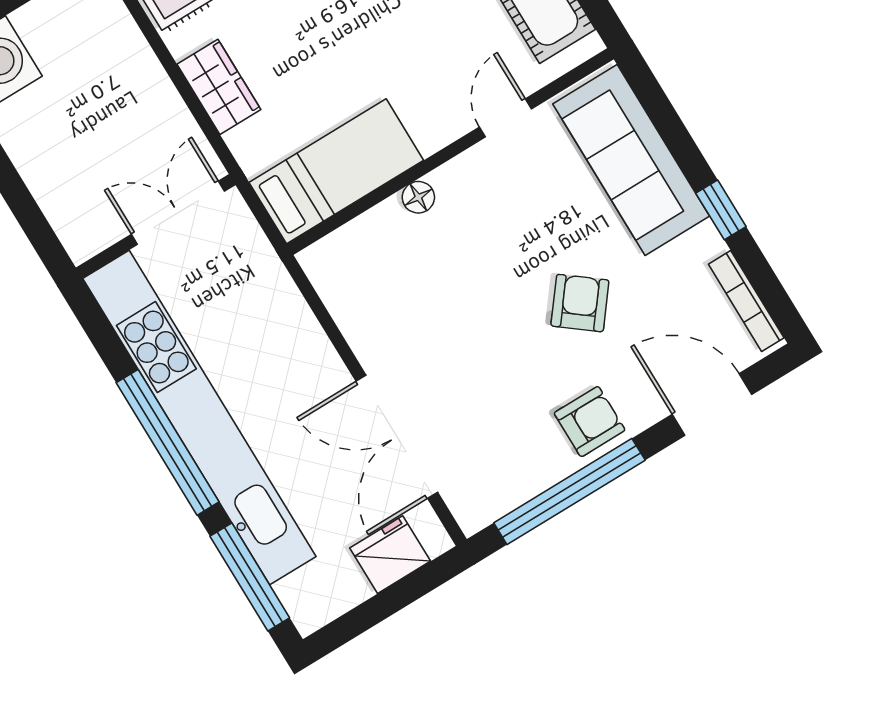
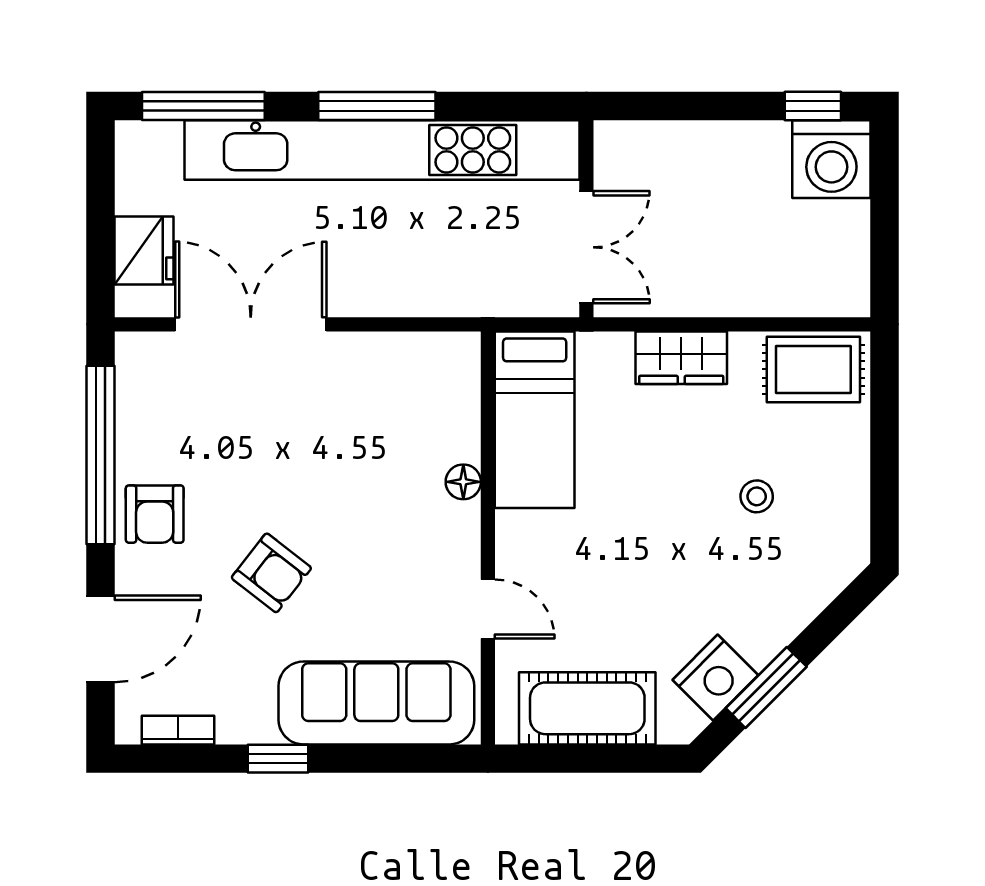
bookcase: (746, 301) -> (178, 730), width x0.64
window: (168, 442) -> (377, 106), width x0.68

